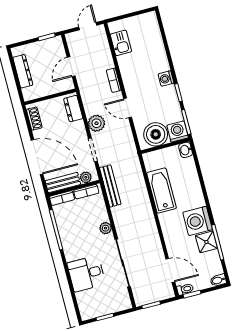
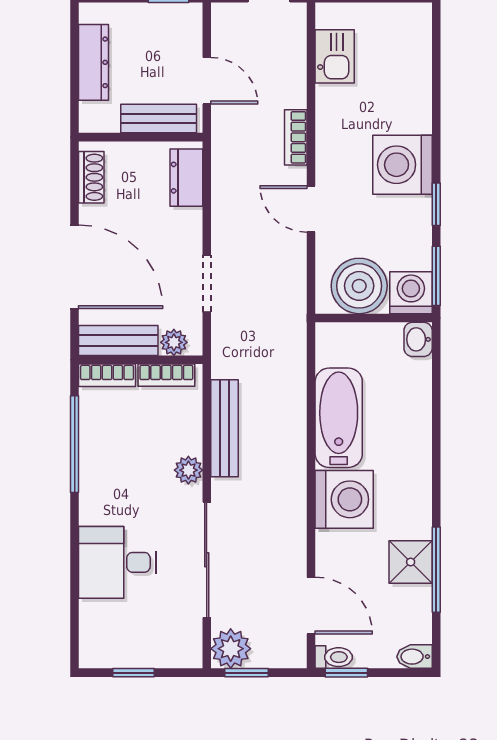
door: (71, 67) -> (207, 81), swing flipped
washing machine: (166, 79) -> (402, 165), width x1.89, depth x1.89
bench: (55, 87) -> (159, 119), added
plant: (97, 123) -> (231, 649), moved
bench: (110, 186) -> (224, 428), moved
washing machine: (198, 221) -> (344, 499), moved, turned 180

